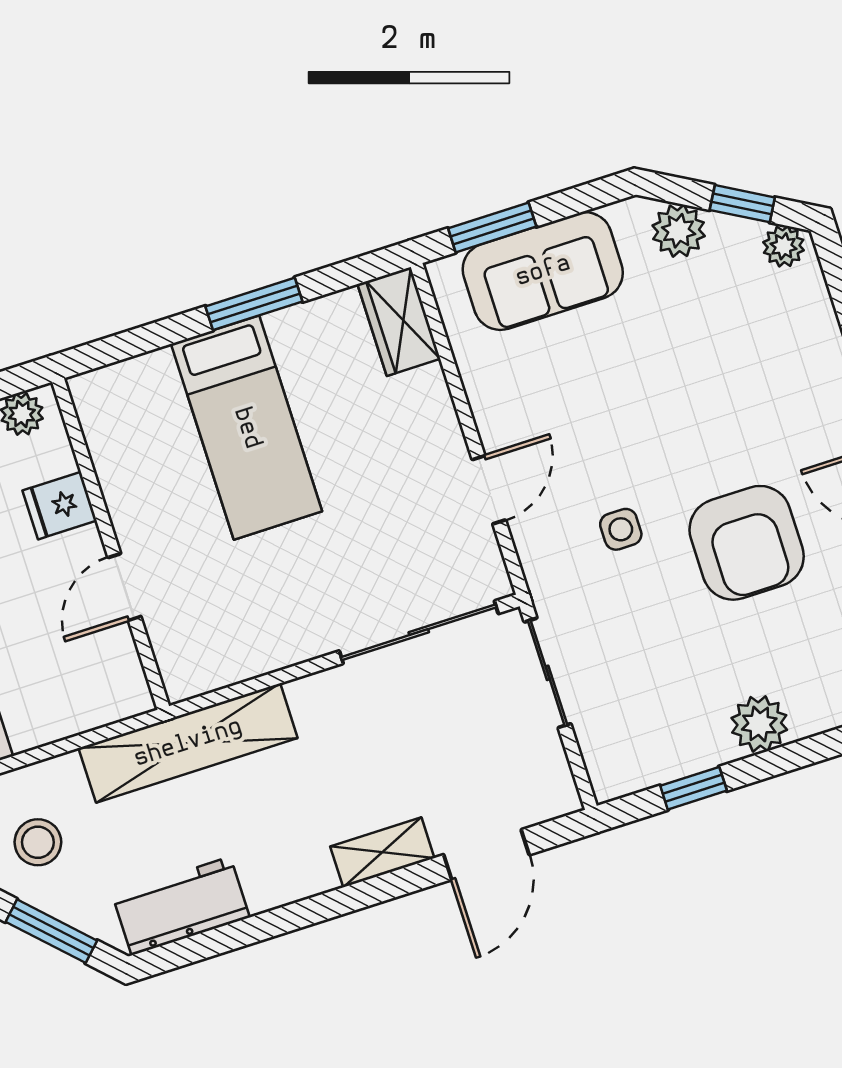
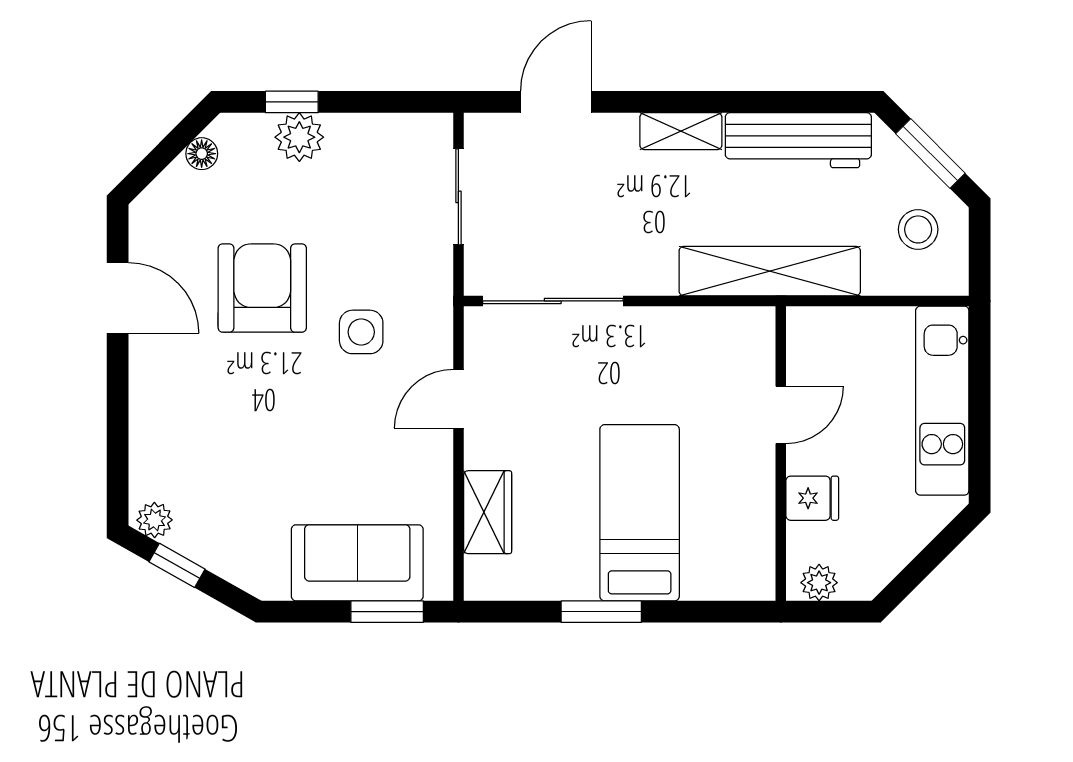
plant: (679, 231) -> (236, 560), removed
wardrobe: (399, 321) -> (488, 512), moved
side table: (621, 529) -> (361, 332), width x1.37, depth x1.37
sliding door: (548, 673) -> (458, 197), moved
window: (694, 788) -> (292, 102), moved
shelving: (382, 852) -> (681, 131), moved
workbench: (181, 906) -> (798, 140), width x1.38

